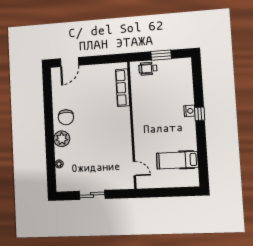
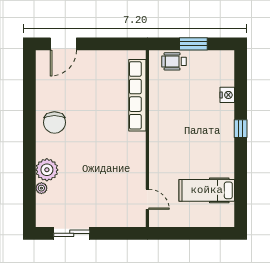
row of seats: (123, 88) -> (137, 95), width x1.36
nightstand: (189, 111) -> (227, 95), moved
plant: (62, 139) -> (47, 170), moved
sliding door: (92, 195) -> (72, 233), moved

